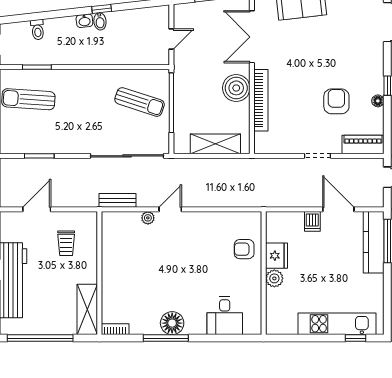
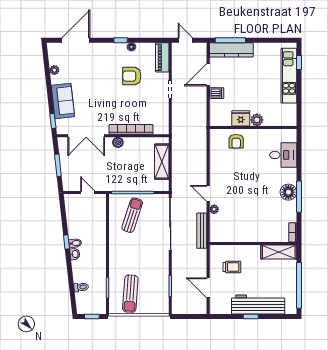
boiler: (236, 88) -> (118, 142), width x0.54, depth x0.54
bench: (118, 200) -> (202, 231), width x1.36

